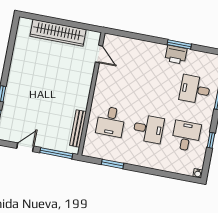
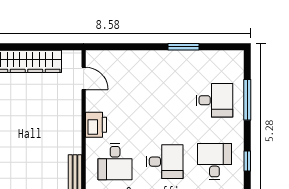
printer: (176, 55) -> (96, 125), moved, turned -90
desk: (195, 89) -> (214, 100), turned 180

